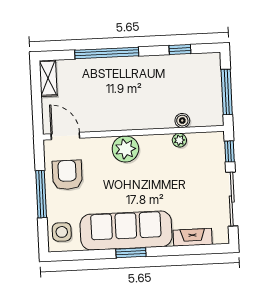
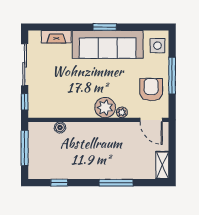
window: (107, 53) -> (116, 183), width x0.68
plant: (179, 140) -> (122, 112), moved
armchair: (67, 175) -> (151, 90), turned 180

